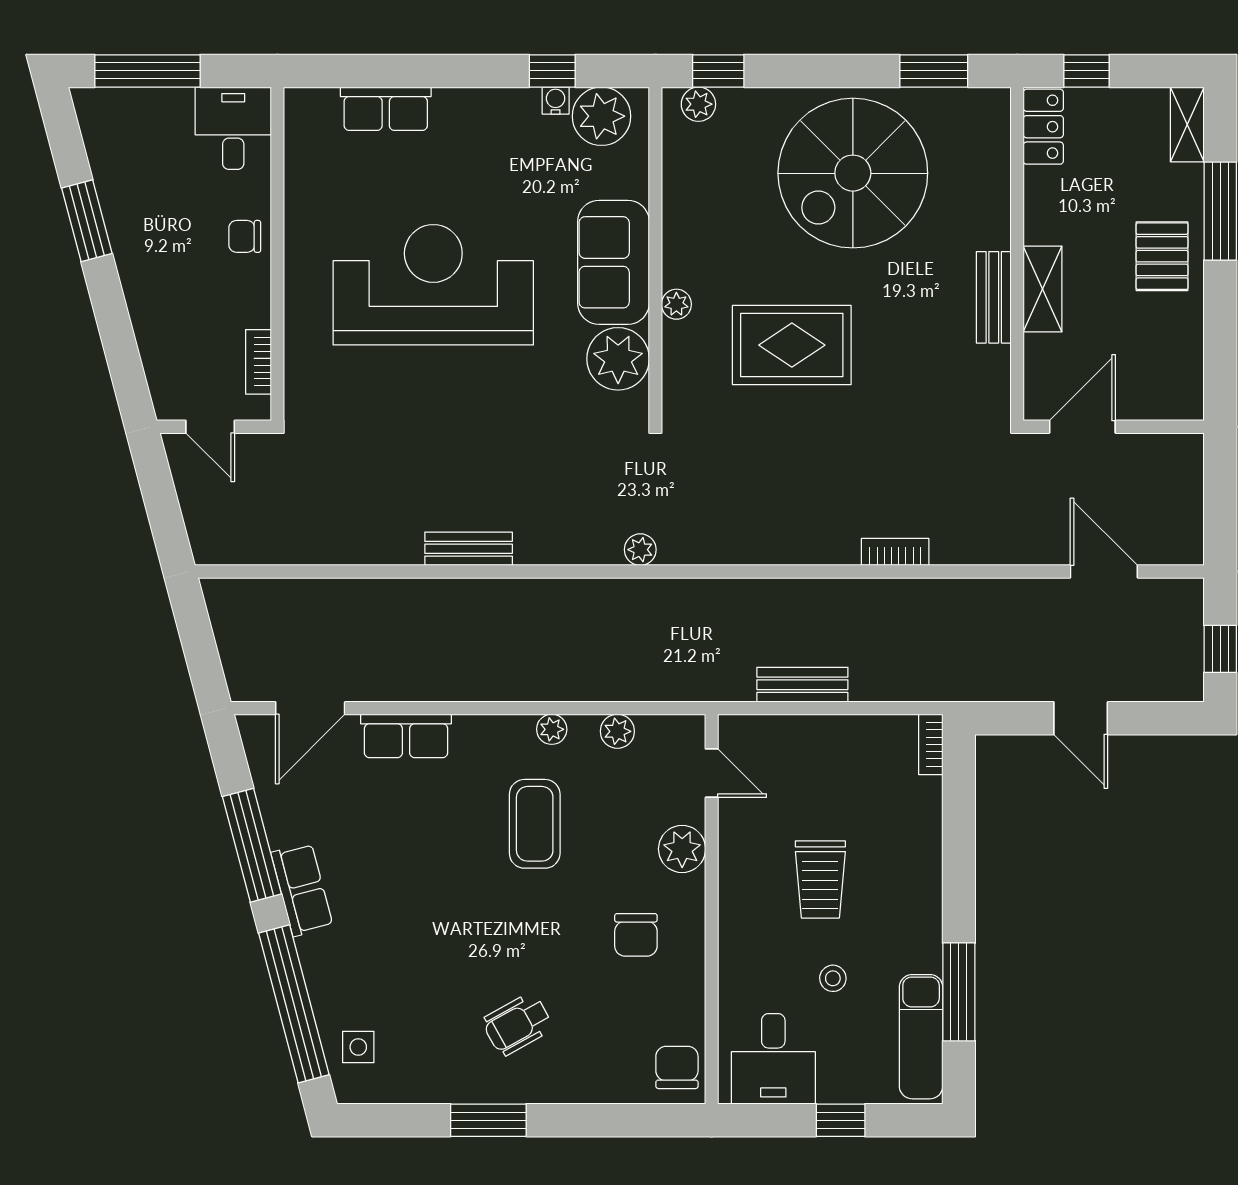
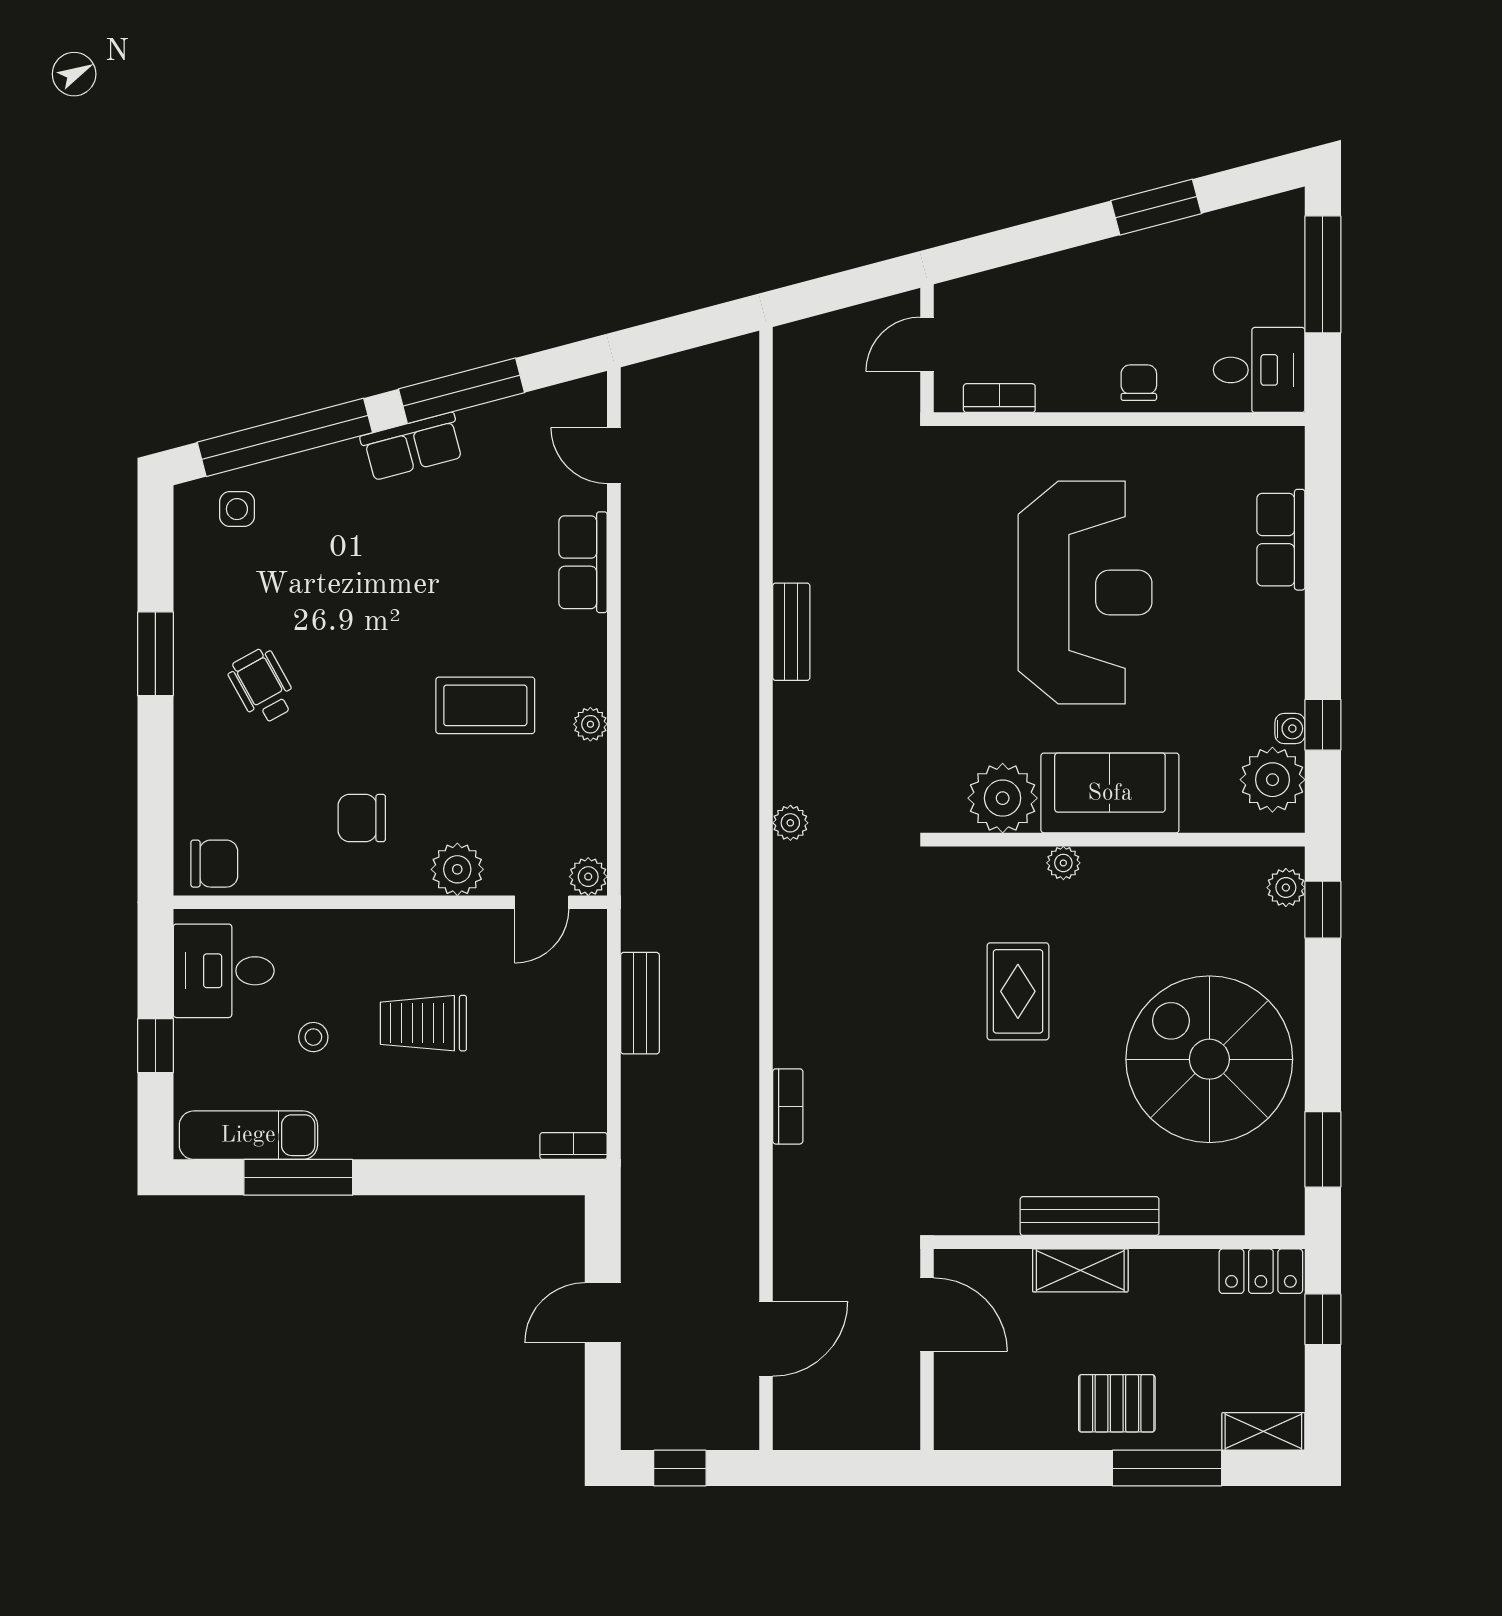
bench: (994, 297) -> (1090, 1216), width x1.36
rug: (792, 345) -> (1018, 991), width x0.73, depth x0.70
door: (310, 708) -> (614, 456), width x0.73
plant: (617, 731) -> (588, 877), moved

